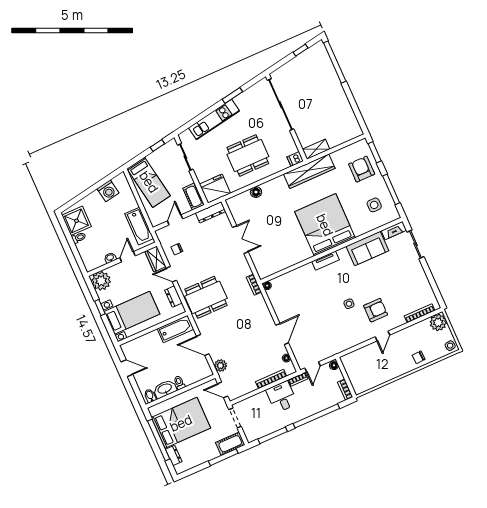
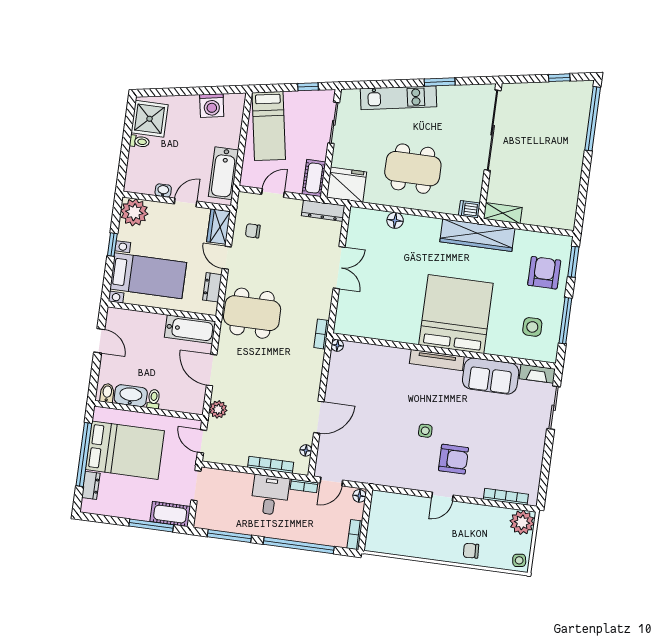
tv unit: (326, 261) -> (437, 360), width x1.41

